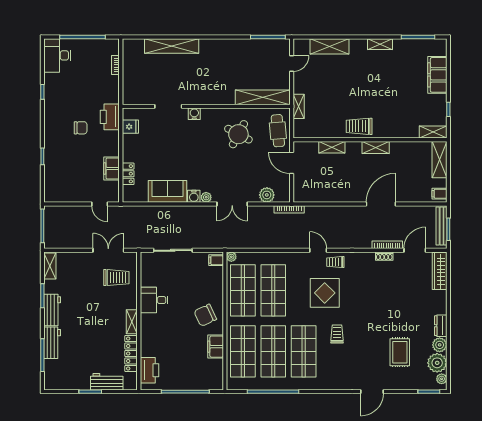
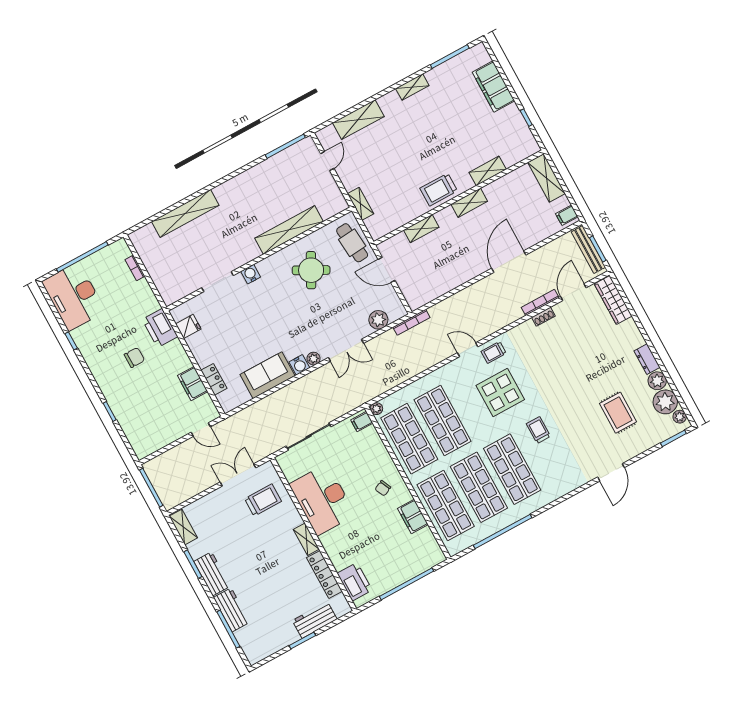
desk: (57, 55) -> (74, 296), width x1.36, depth x1.30
shelving: (263, 97) -> (289, 230), moved
shelving: (433, 132) -> (488, 171), moved
desk: (154, 300) -> (322, 500), width x1.87, depth x1.30
chair: (205, 315) -> (383, 488), width x0.54, depth x0.54

